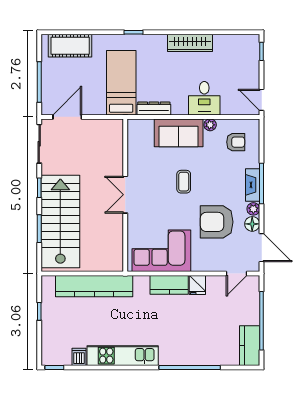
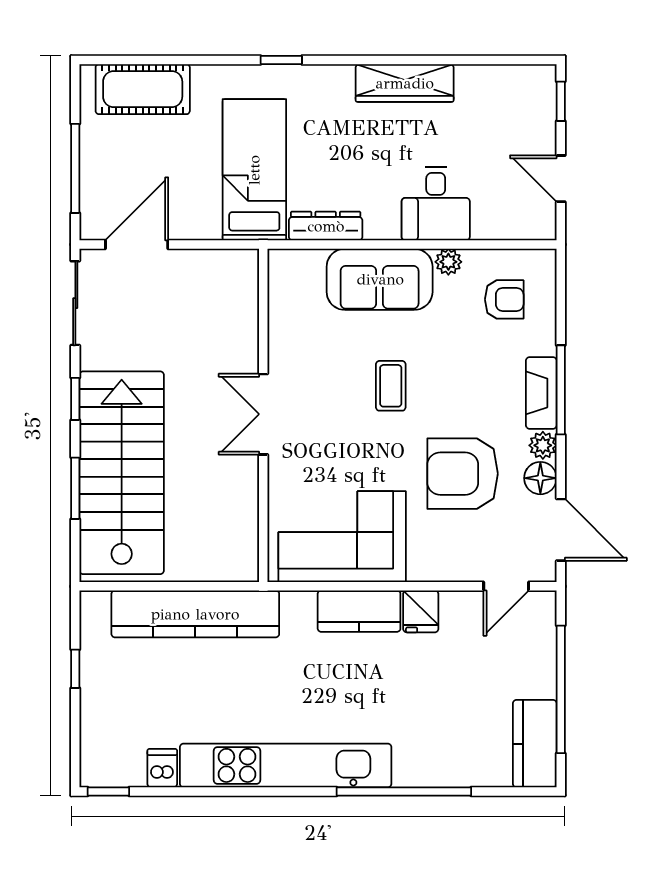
door: (262, 100) -> (561, 179), moved
kitchen unit: (123, 356) -> (286, 765), width x1.36

